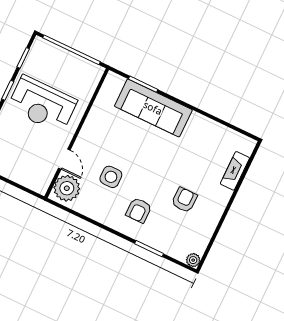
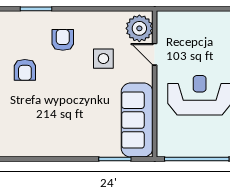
sofa: (153, 108) -> (137, 120), moved, turned -90

